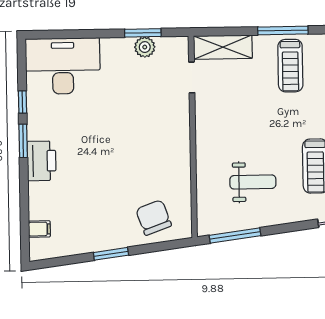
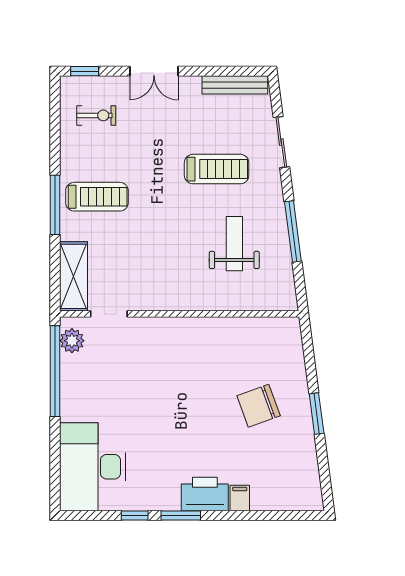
window: (143, 33) -> (55, 371), width x2.11
plant: (145, 47) -> (72, 341), moved
chair: (154, 217) -> (259, 406), moved
filing cabinet: (39, 229) -> (240, 498), moved
window: (235, 235) -> (293, 231), moved

